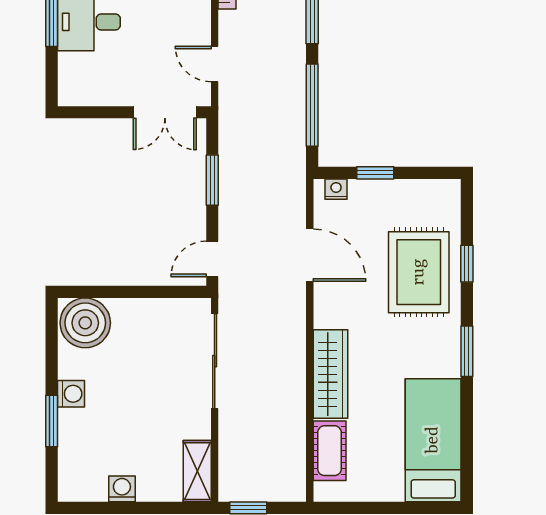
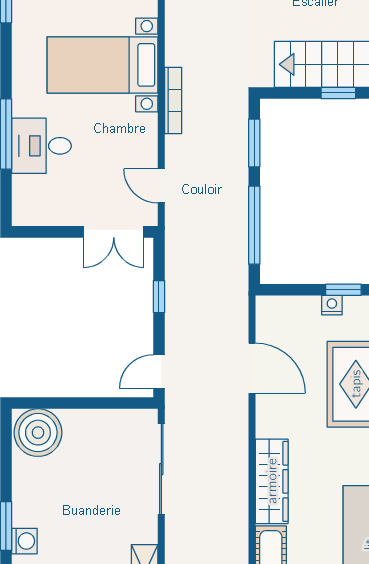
window: (375, 173) -> (343, 290), moved
window: (212, 180) -> (159, 297), width x0.67
nightstand: (336, 189) -> (332, 305), moved
washing machine: (71, 394) -> (24, 541), moved

